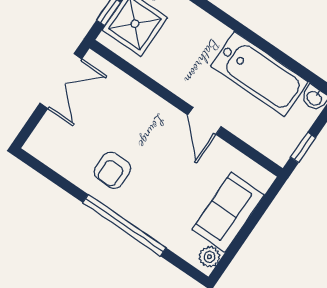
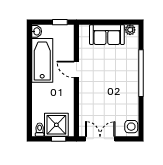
door: (205, 121) -> (76, 70), swing flipped
side table: (46, 147) -> (131, 127), added
armchair: (113, 170) -> (122, 93), removed

